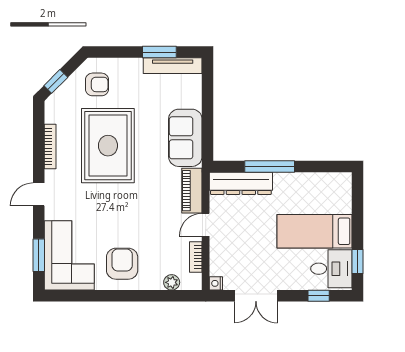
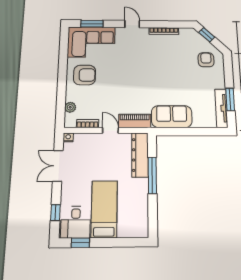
armchair: (97, 84) -> (206, 60), turned 180
rug: (108, 146) -> (165, 66), removed

